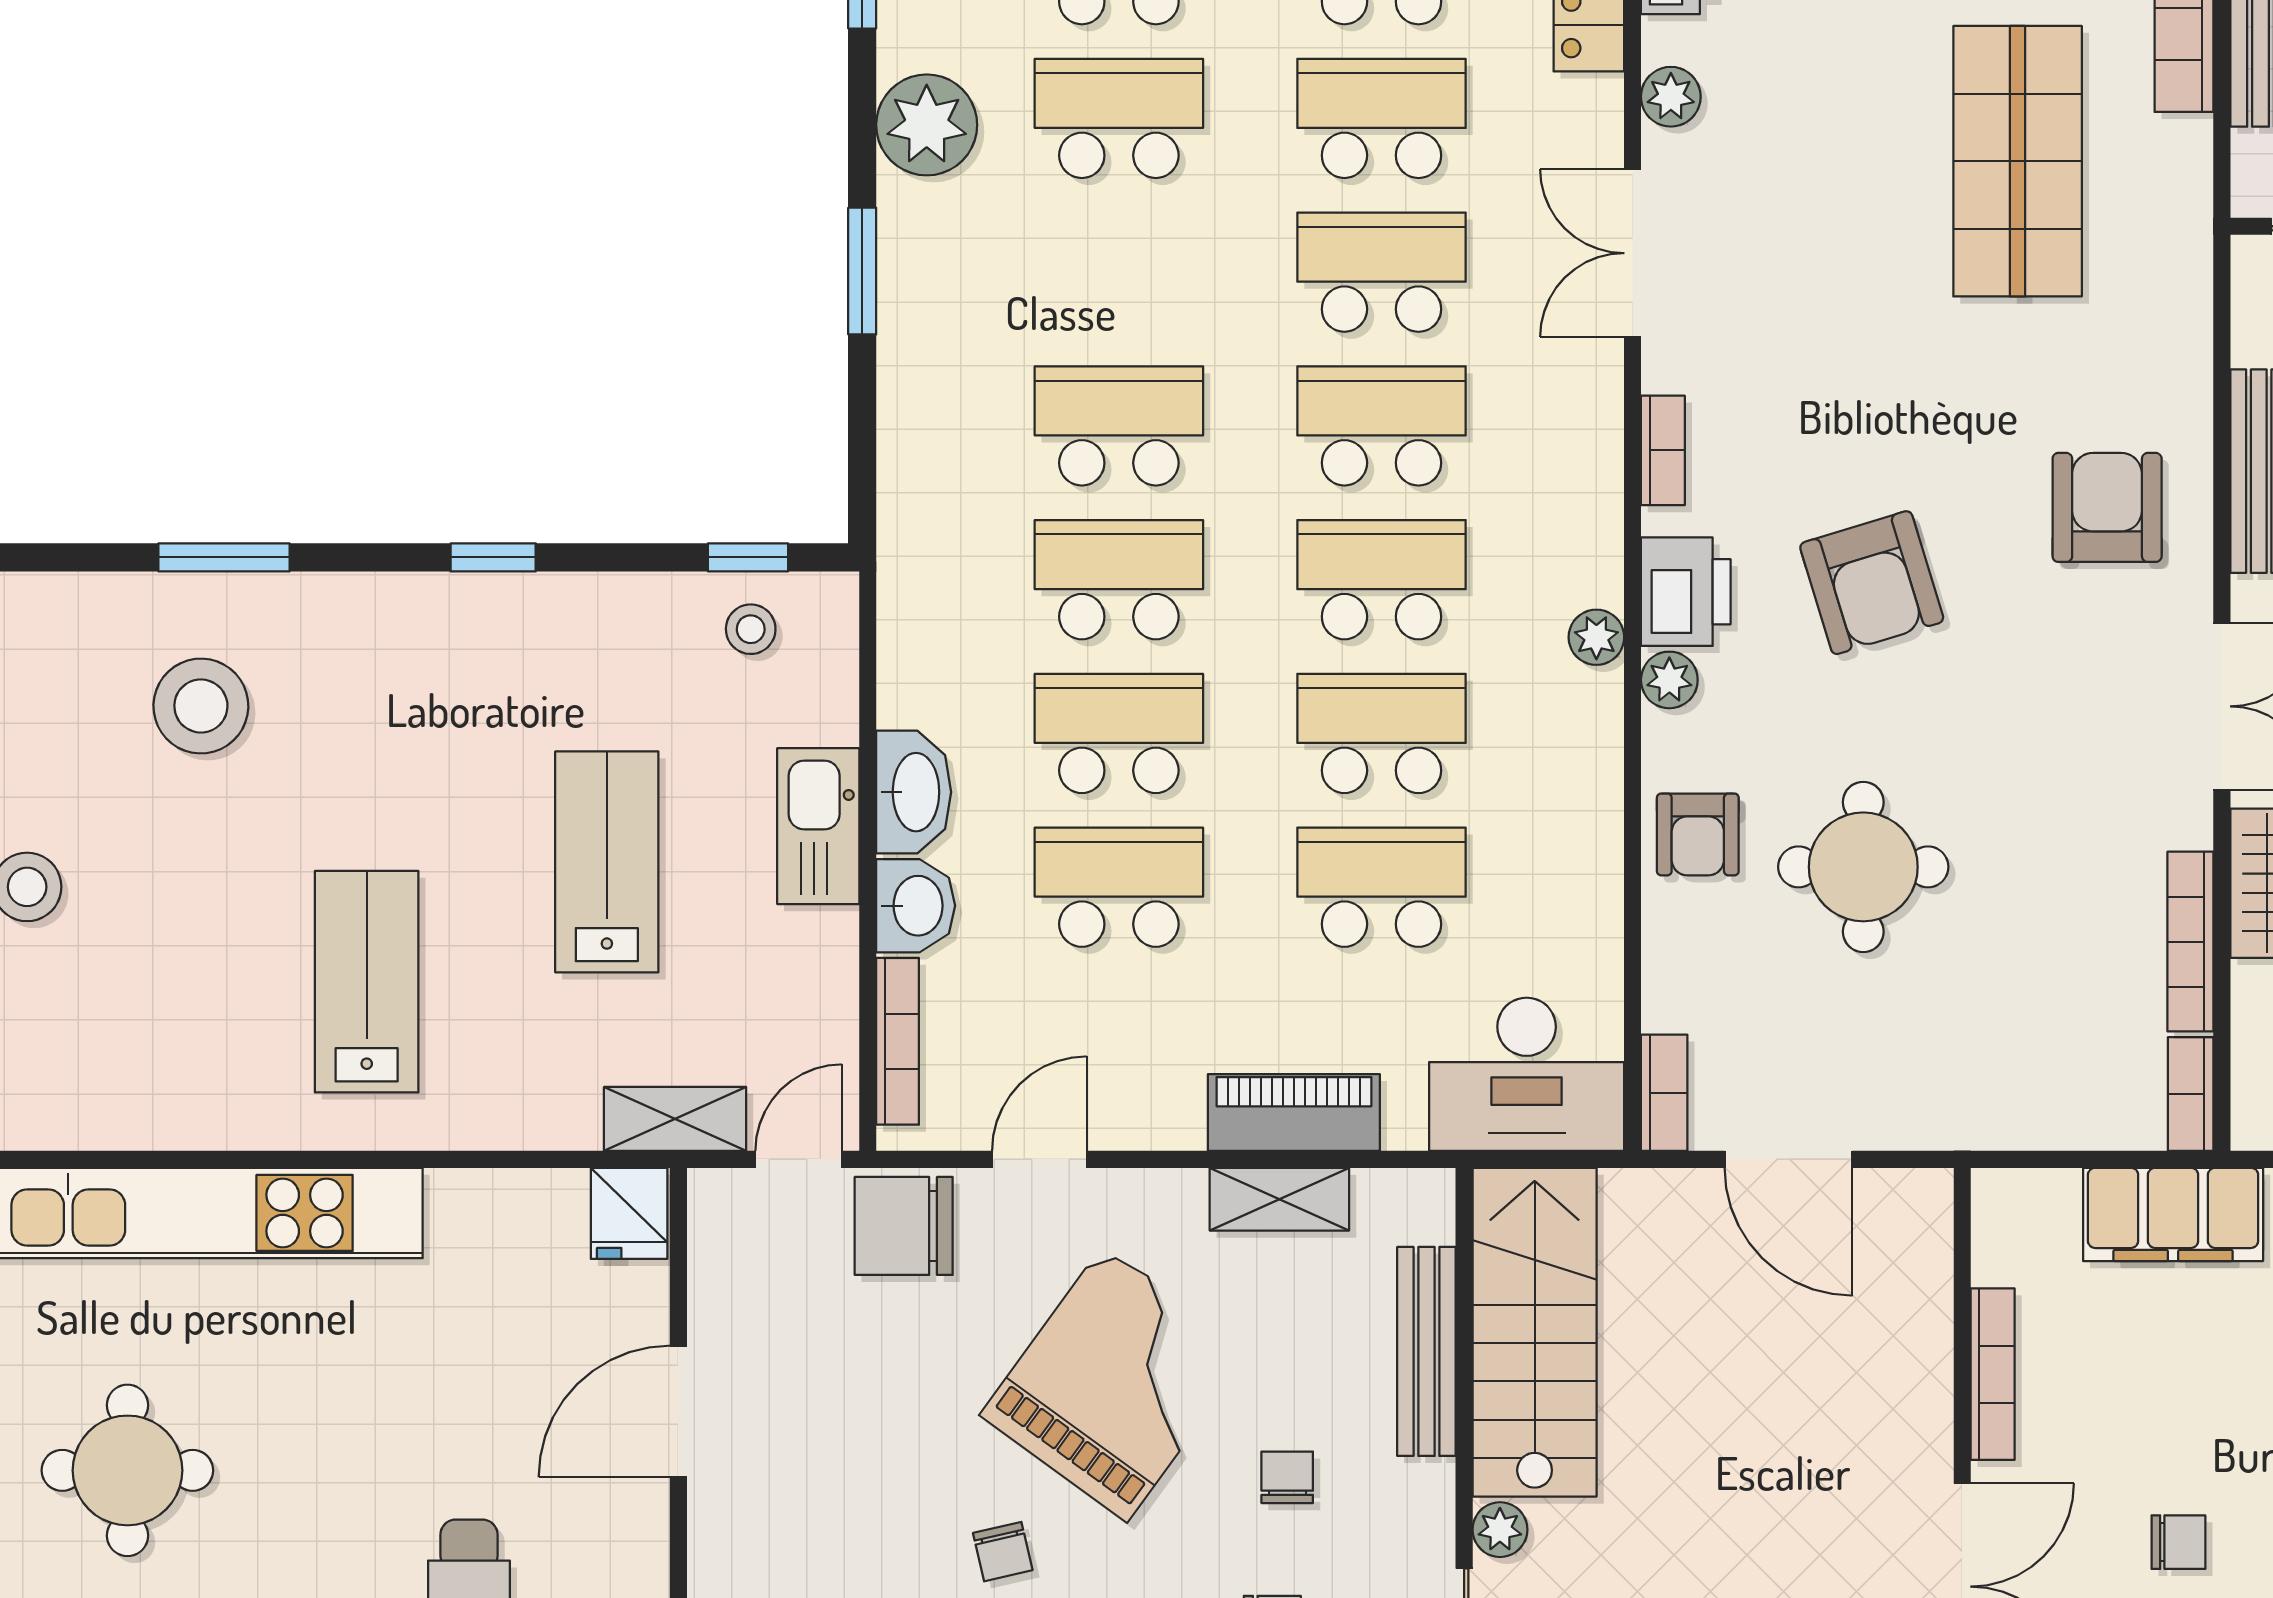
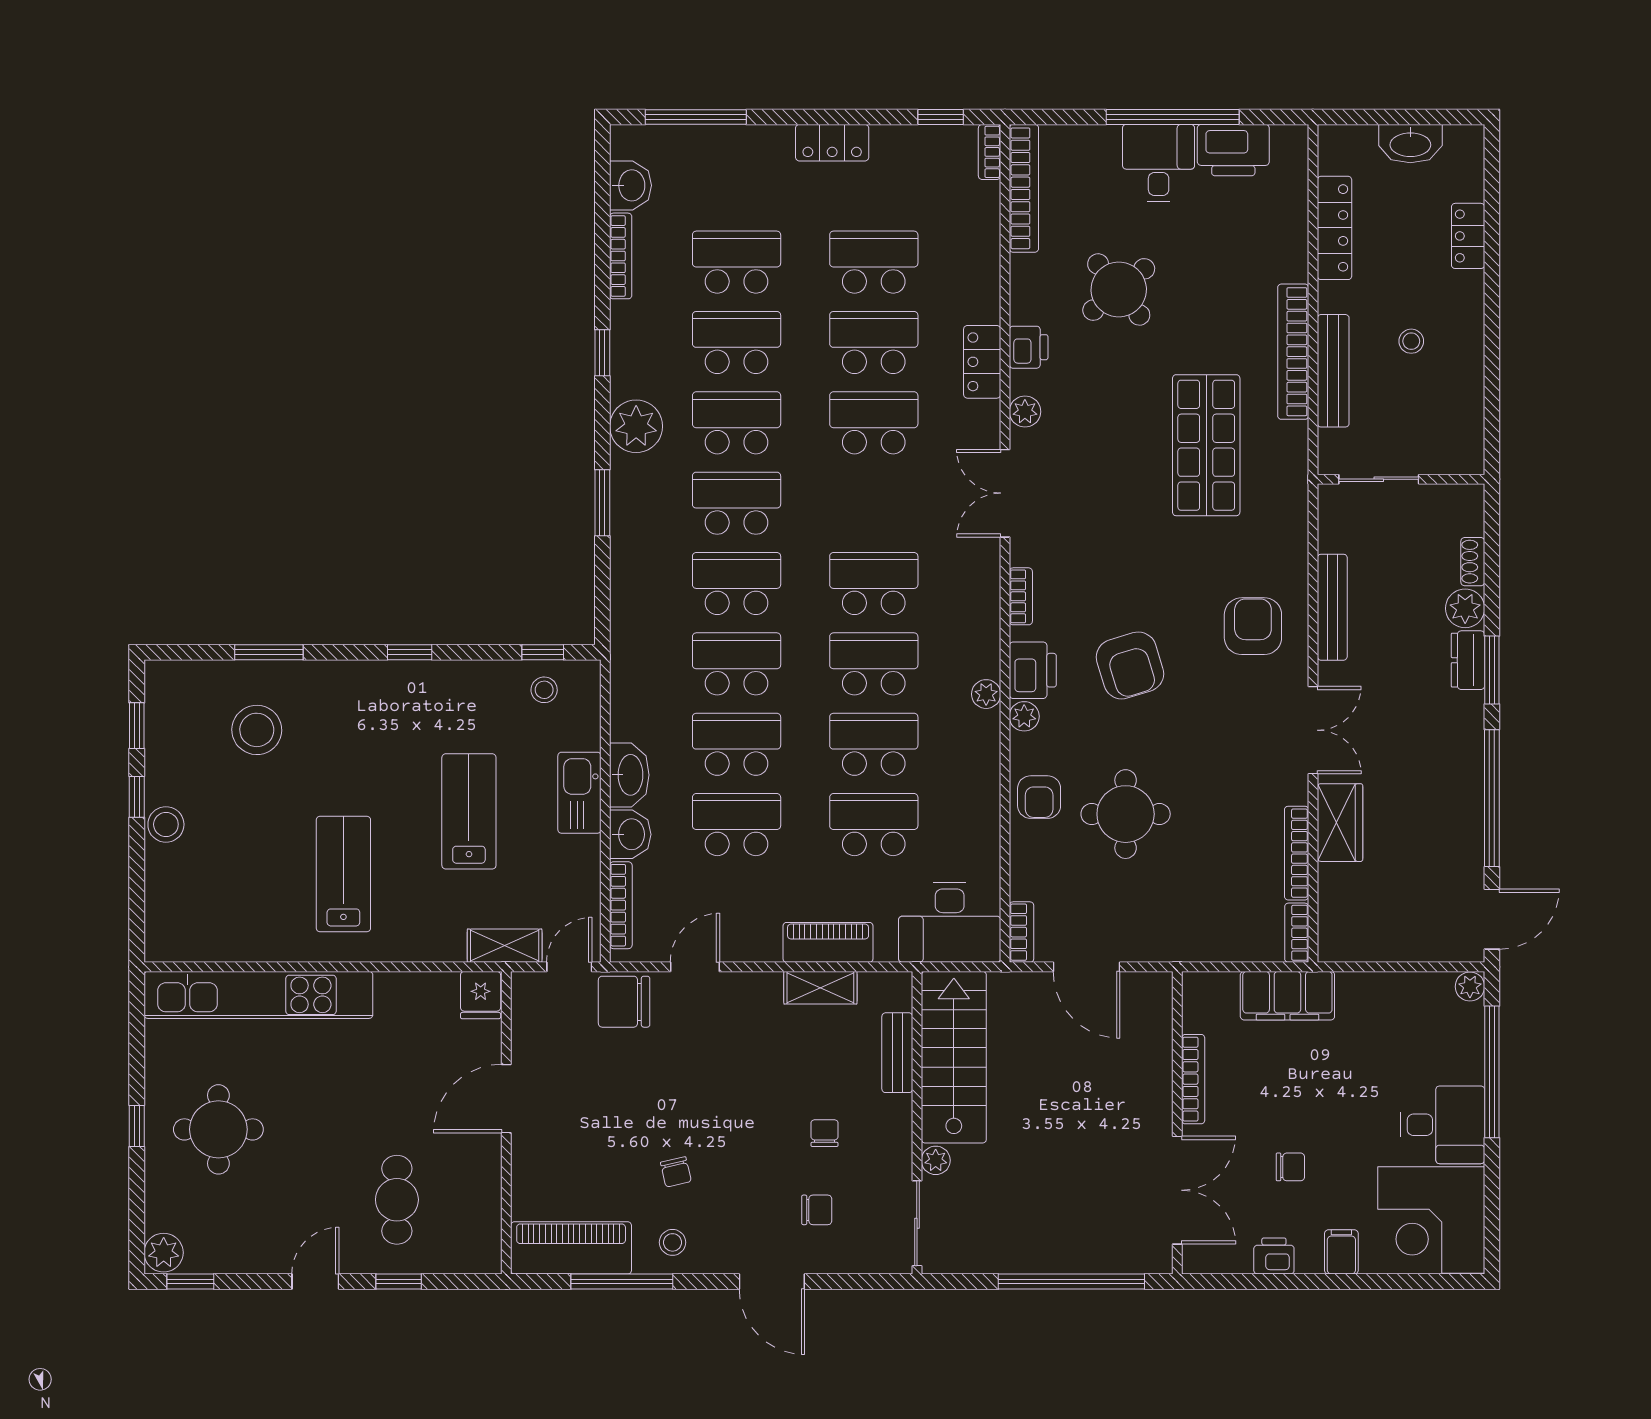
school desk: (1381, 272) -> (737, 503), moved
bench: (1426, 1351) -> (897, 1053), width x0.73
grand piano: (1115, 1383) -> (735, 1084), removed

